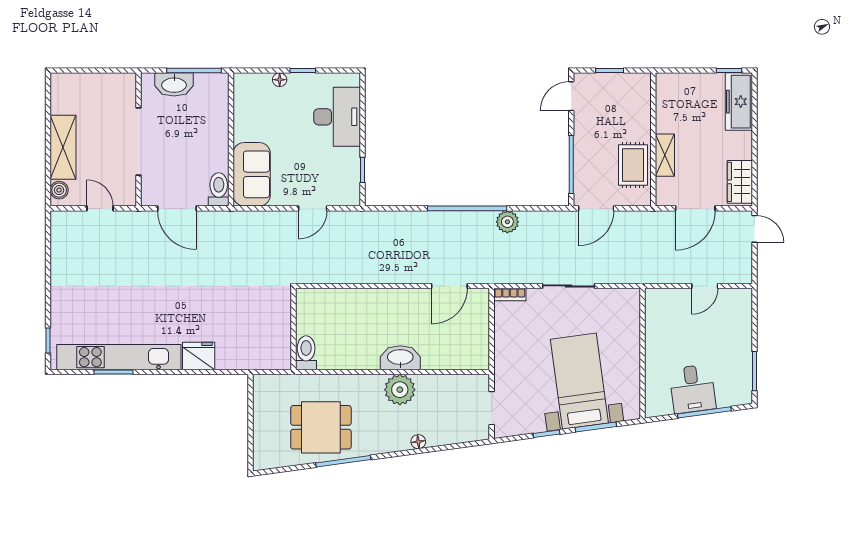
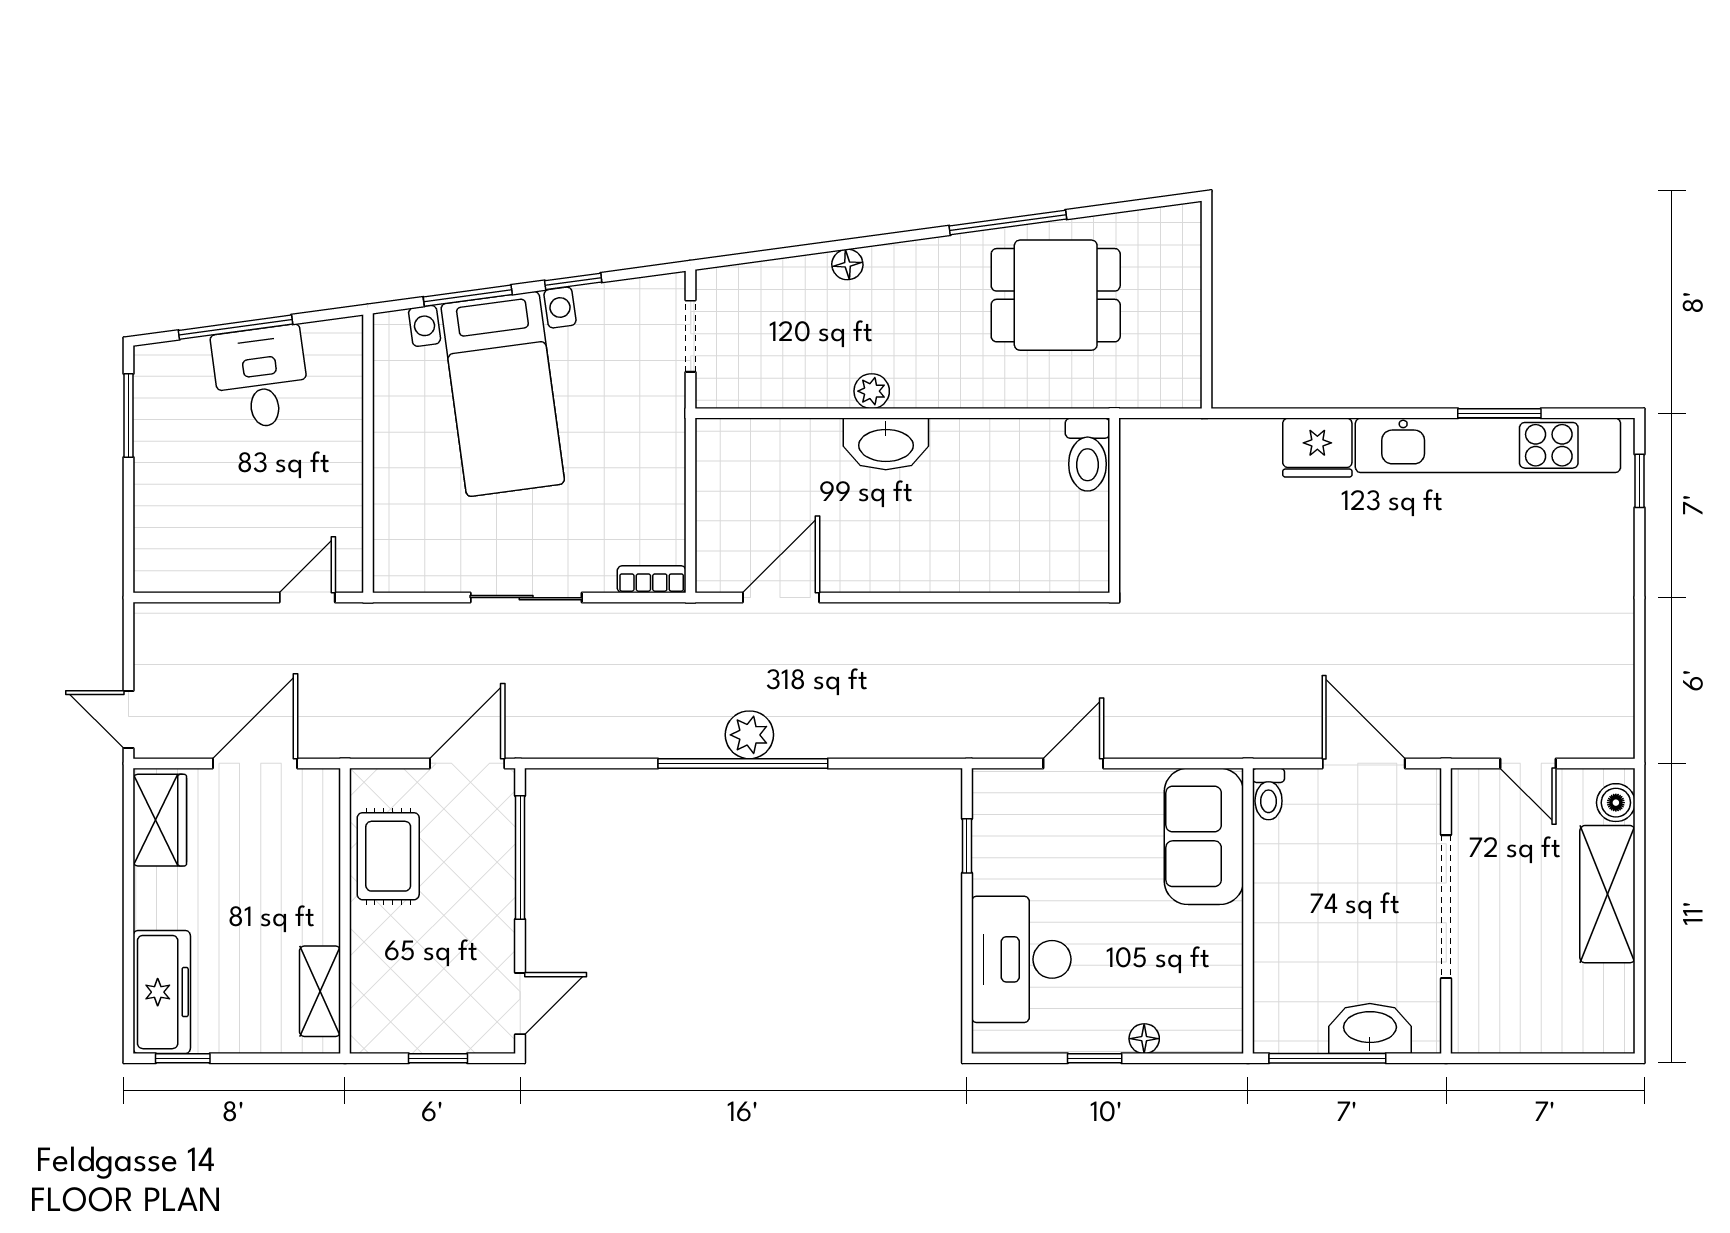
shelving: (665, 155) -> (320, 991), moved
toilet: (219, 189) -> (1269, 794), width x0.73, depth x0.72
plant: (507, 222) -> (749, 735), moved
door: (705, 286) -> (307, 598), moved
plant: (400, 390) -> (872, 391), width x0.53, depth x0.53

